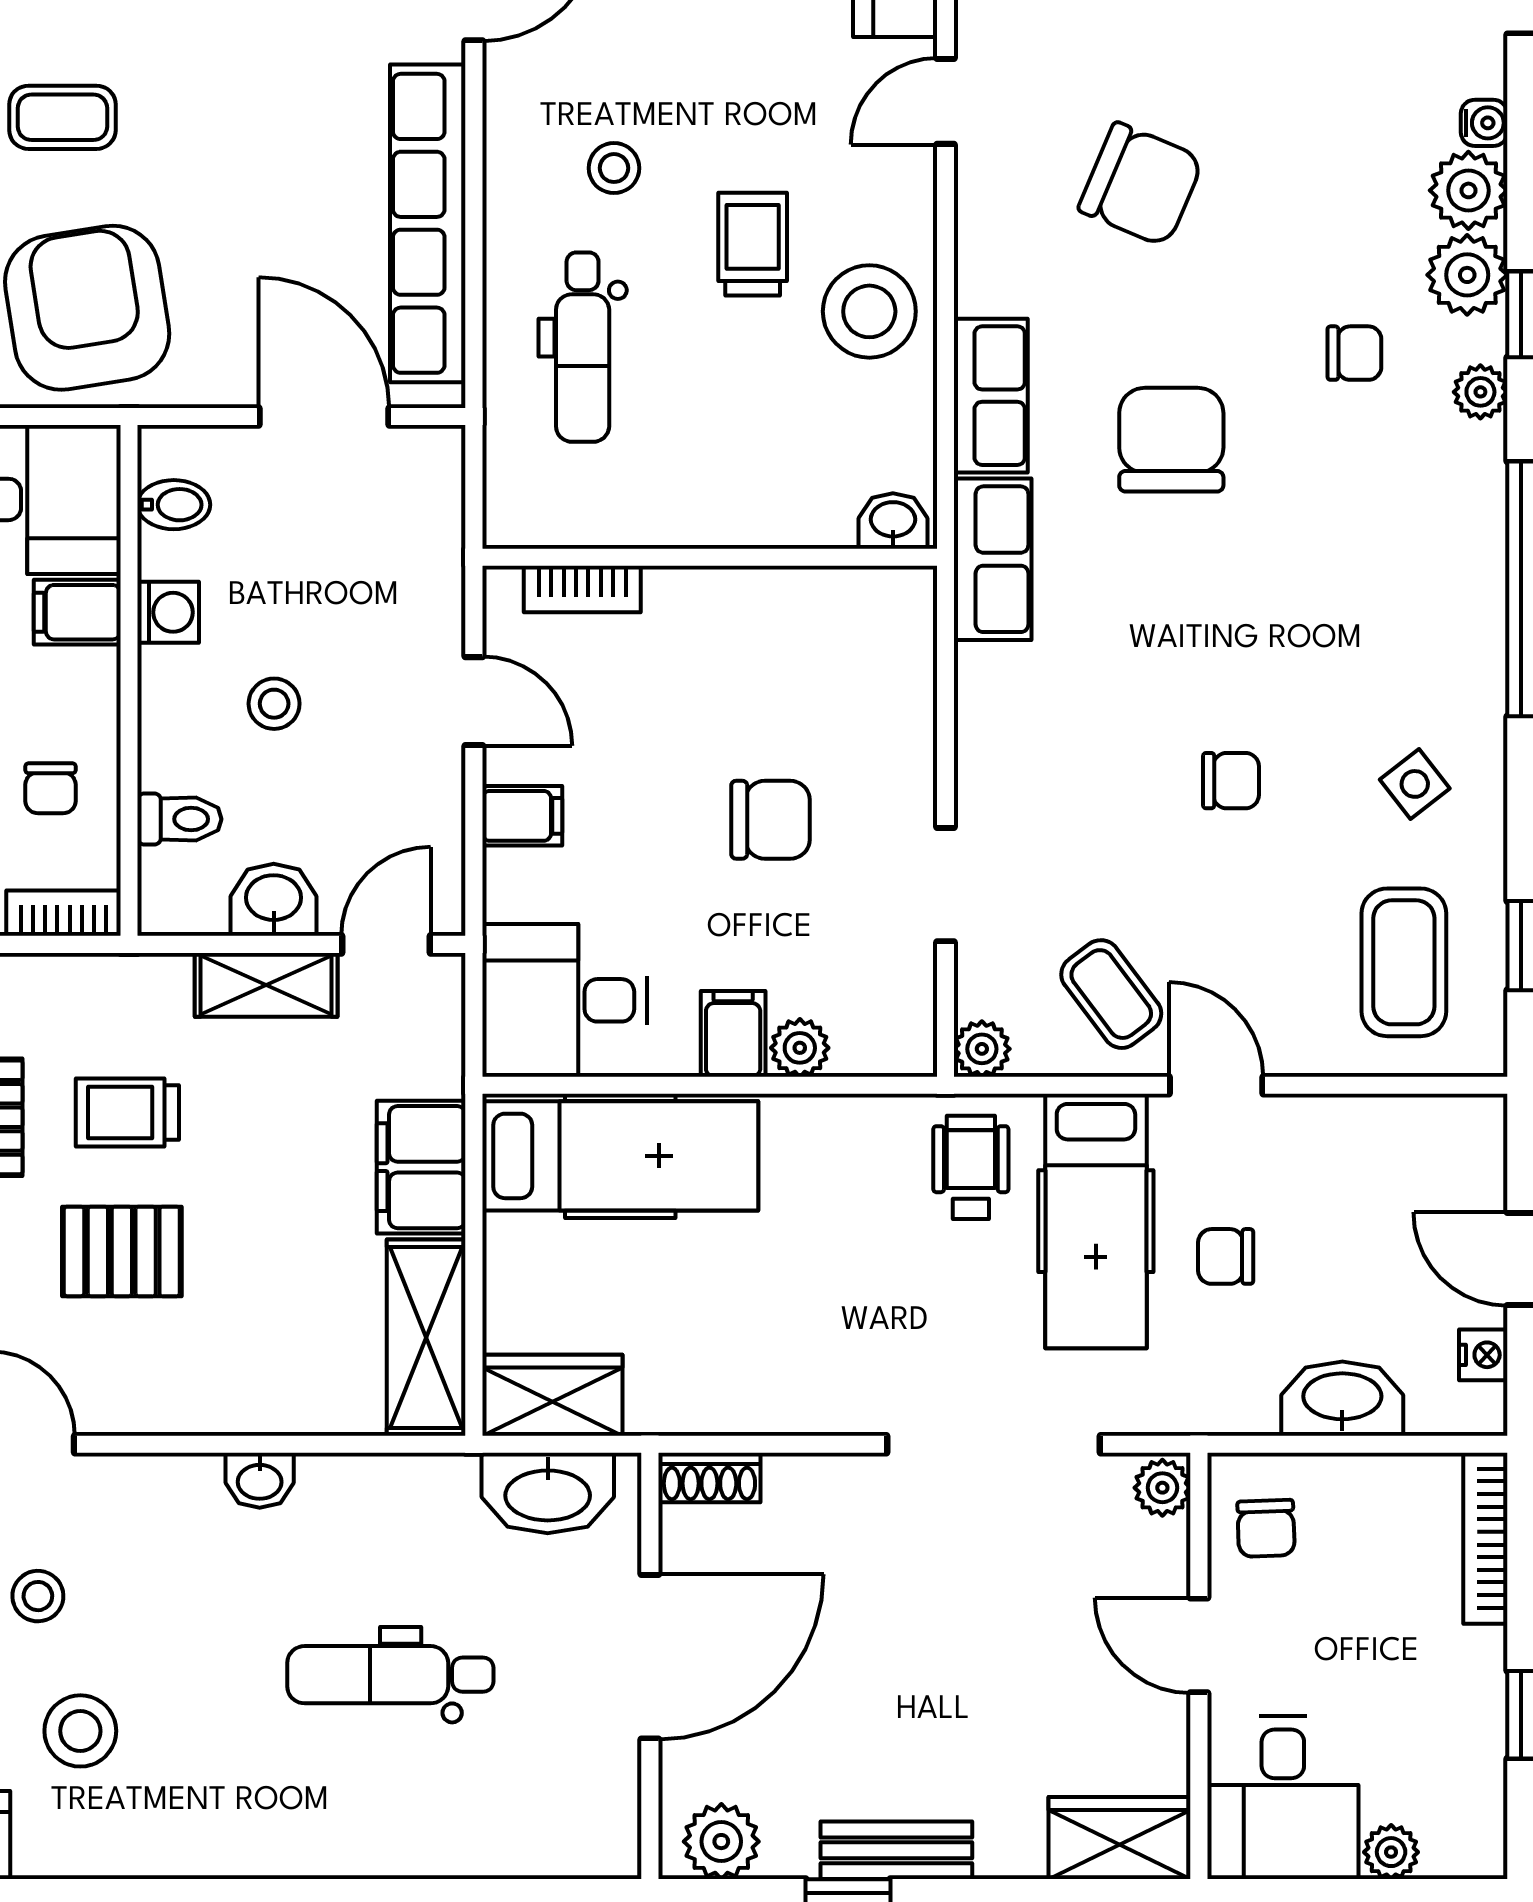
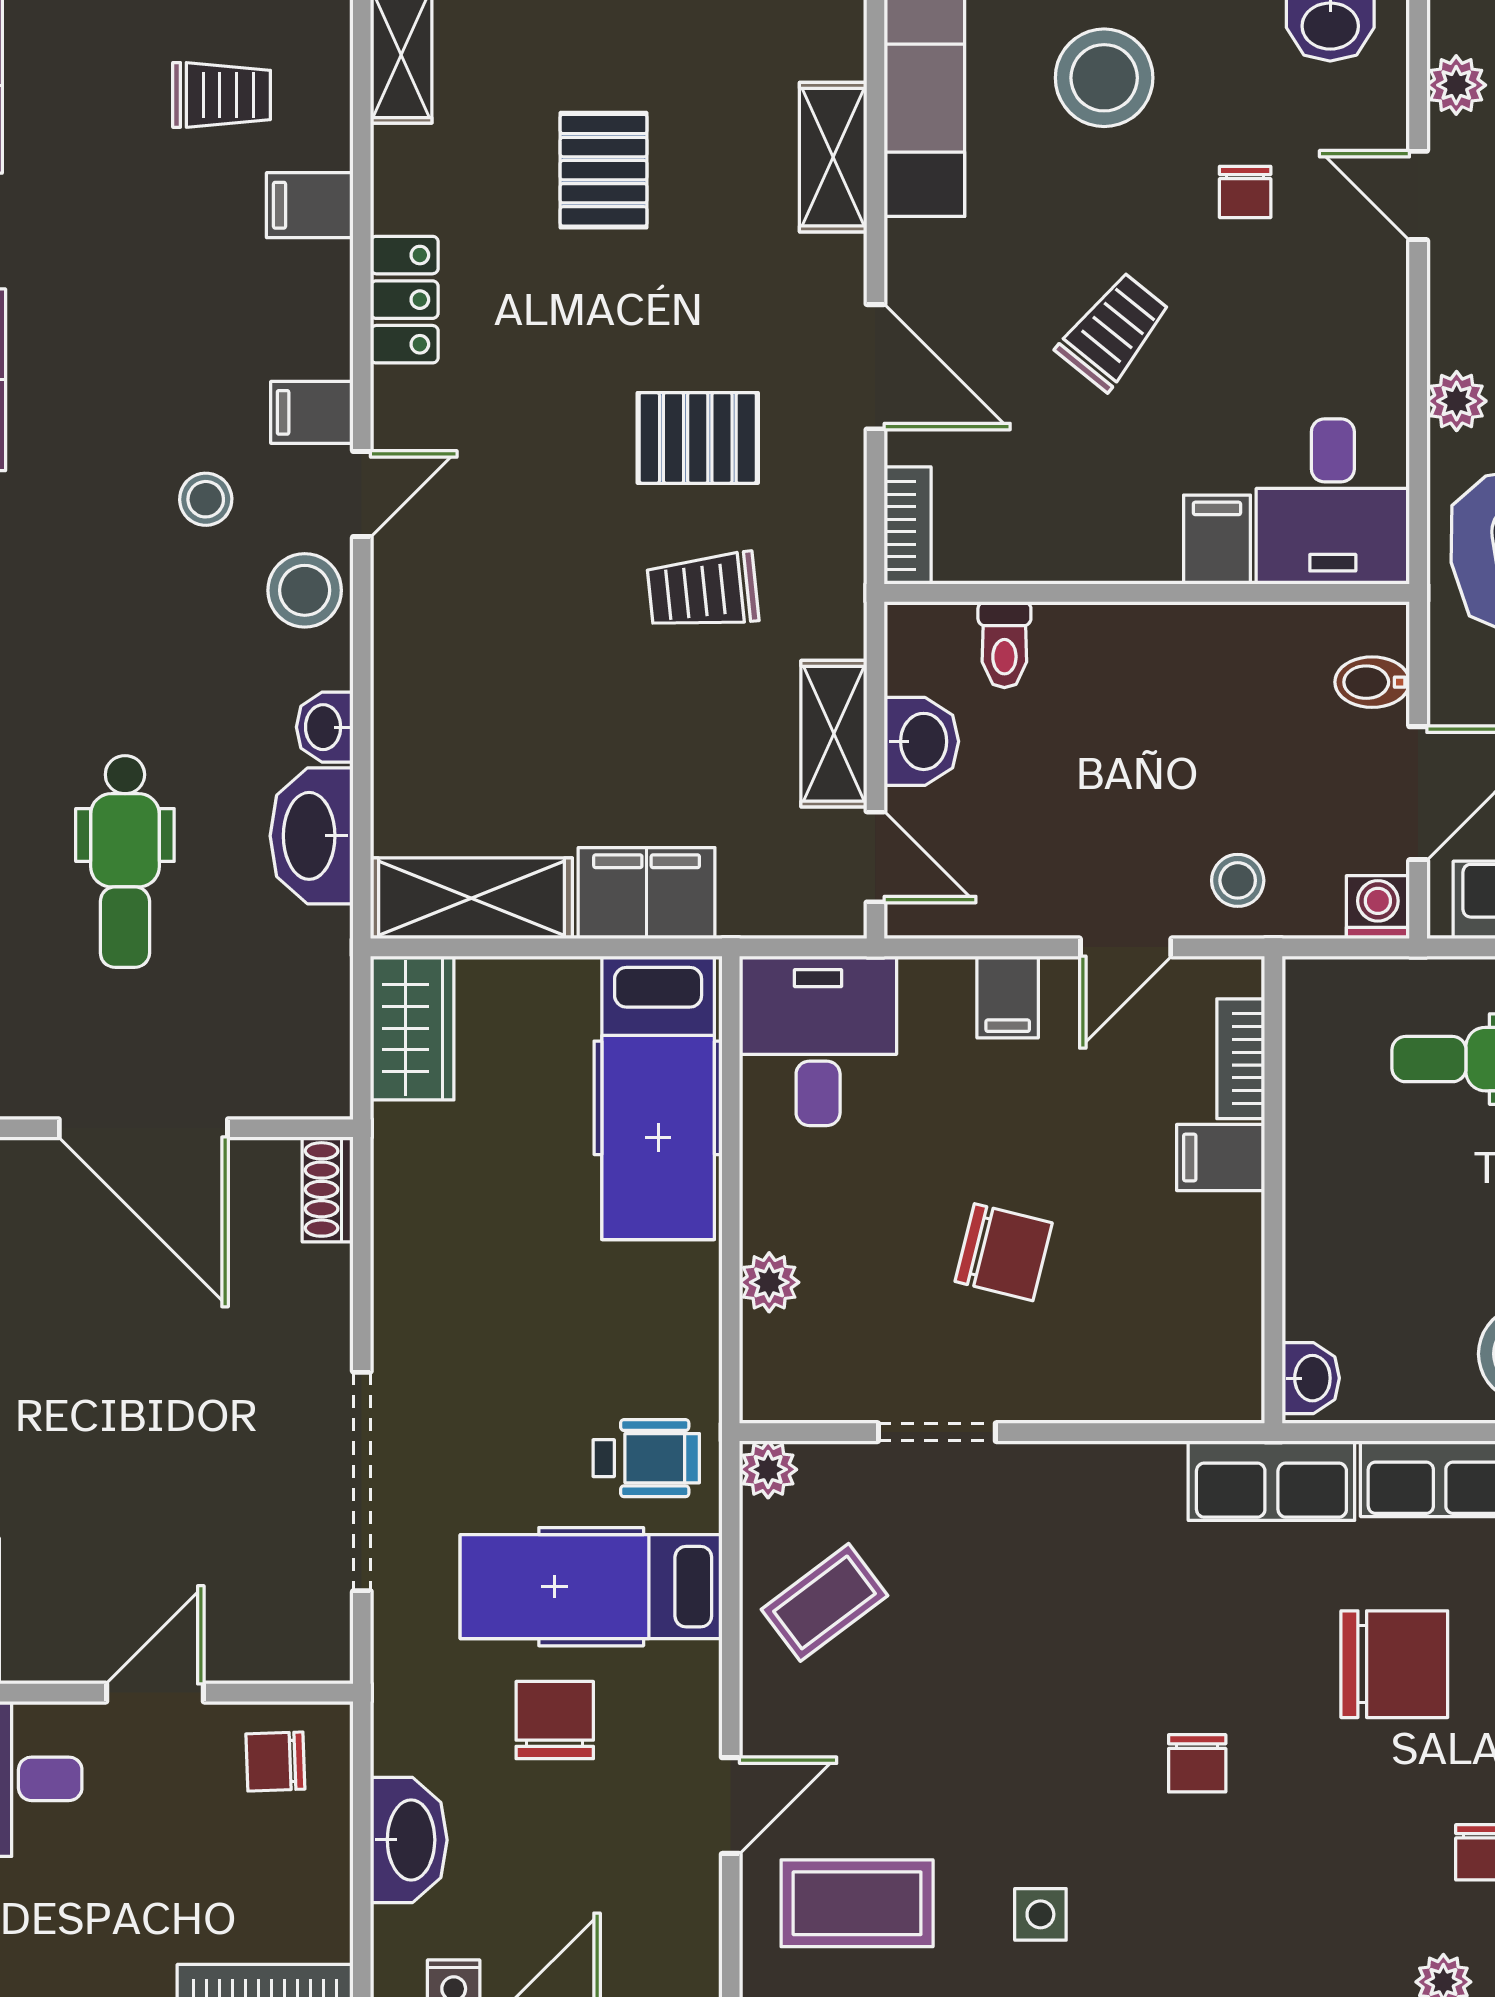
bidet: (174, 505) -> (1372, 682), moved, turned 90
washing machine: (168, 612) -> (1378, 907), moved, turned 180
stool: (274, 704) -> (1238, 880), moved
chair: (1231, 781) -> (1197, 1763), moved
side table: (1415, 784) -> (1040, 1914), turned 38
chair: (51, 788) -> (1036, 512), removed
chair: (770, 820) -> (1004, 1252), turned -76
filing cabinet: (733, 1034) -> (1221, 1158), moved, turned 180
door: (1216, 1085) -> (731, 1806), moved
trolley: (127, 1112) -> (703, 591), turned -96
pallet: (122, 1251) -> (560, 585), removed
chair: (1226, 1256) -> (555, 1720), width x1.37, depth x1.37
plant: (1162, 1488) -> (317, 1655), removed
washbasin: (548, 1493) -> (312, 836), moved
dental chair: (390, 1675) -> (125, 861), turned 180
stool: (80, 1731) -> (305, 590), moved

